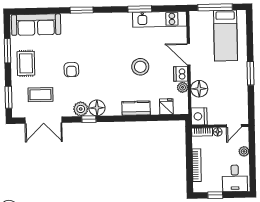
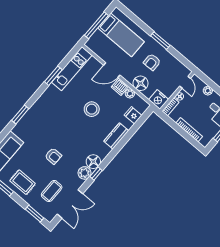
armchair: (226, 82) -> (152, 62), added

